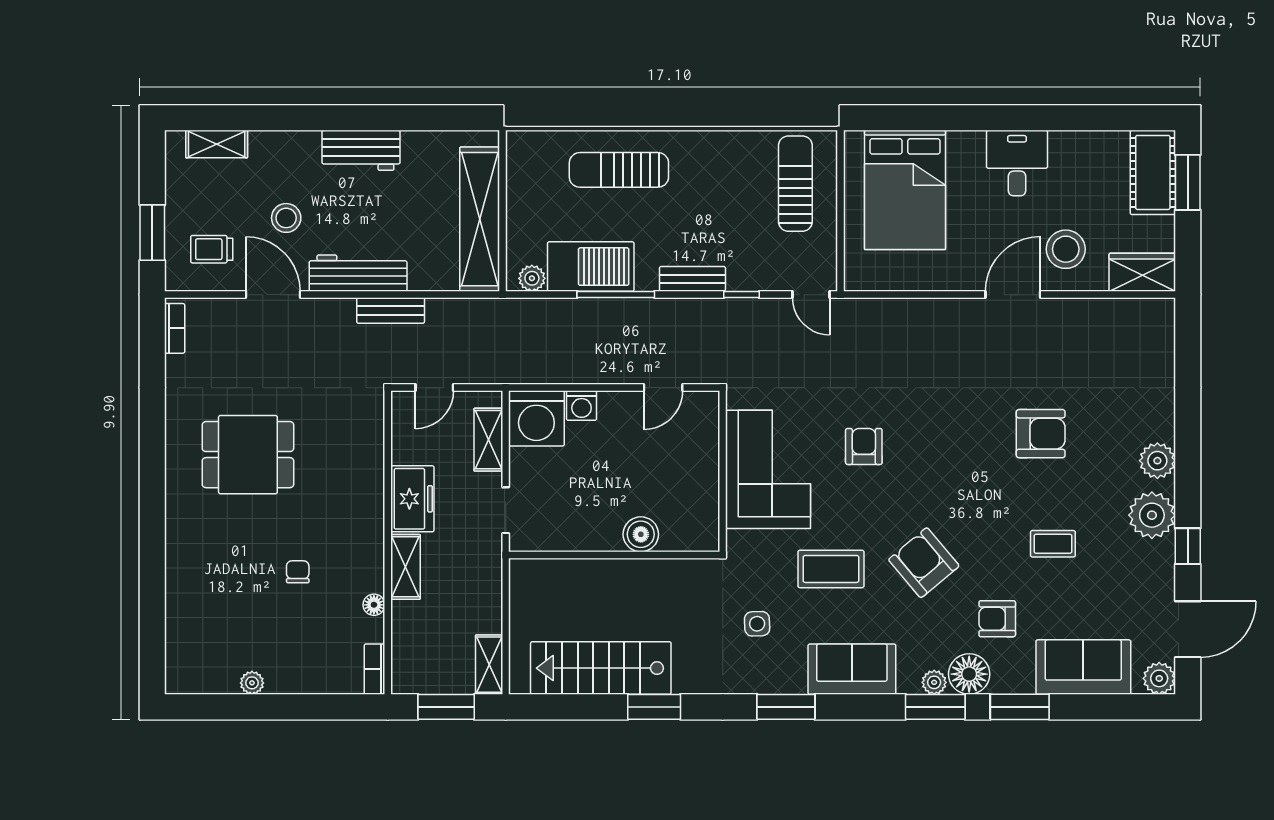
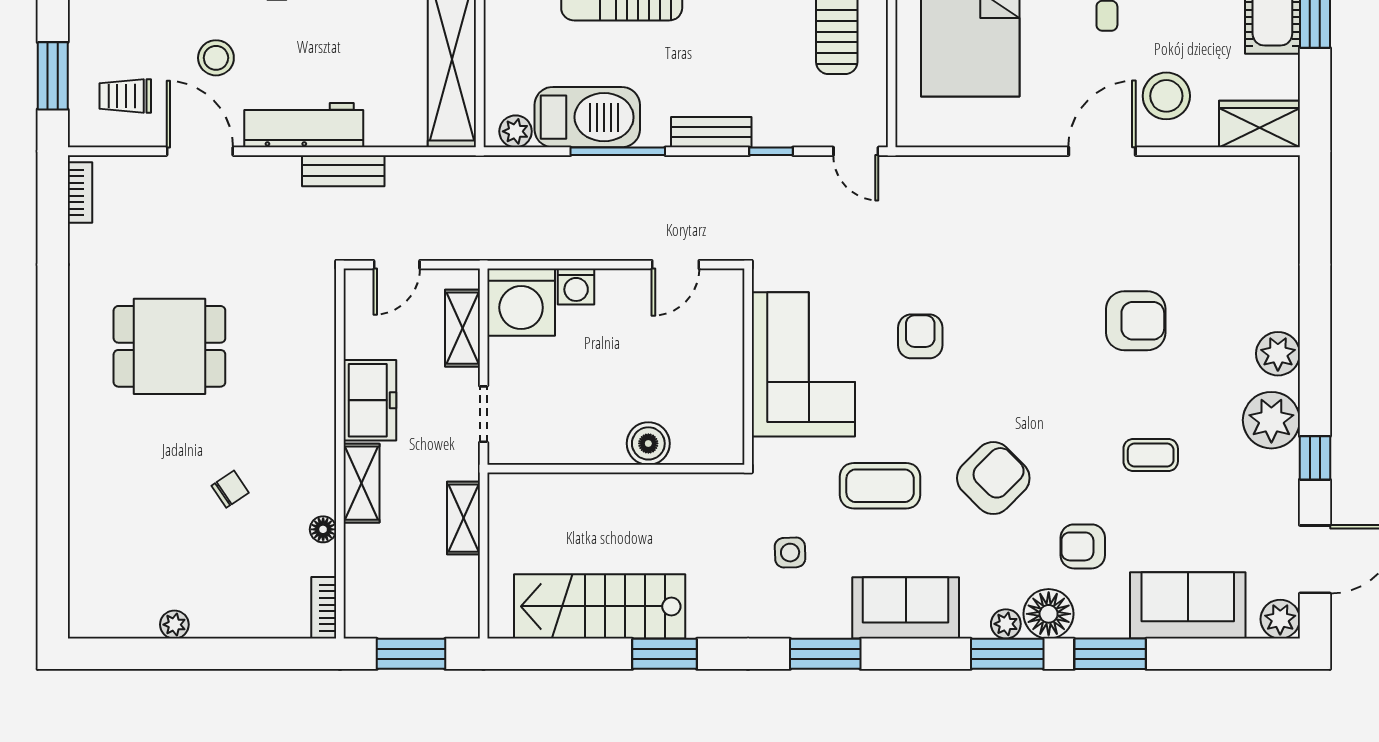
armchair: (924, 563) -> (993, 478), turned 85
chair: (298, 572) -> (230, 489), turned 56
shelving: (489, 665) -> (463, 518), moved

